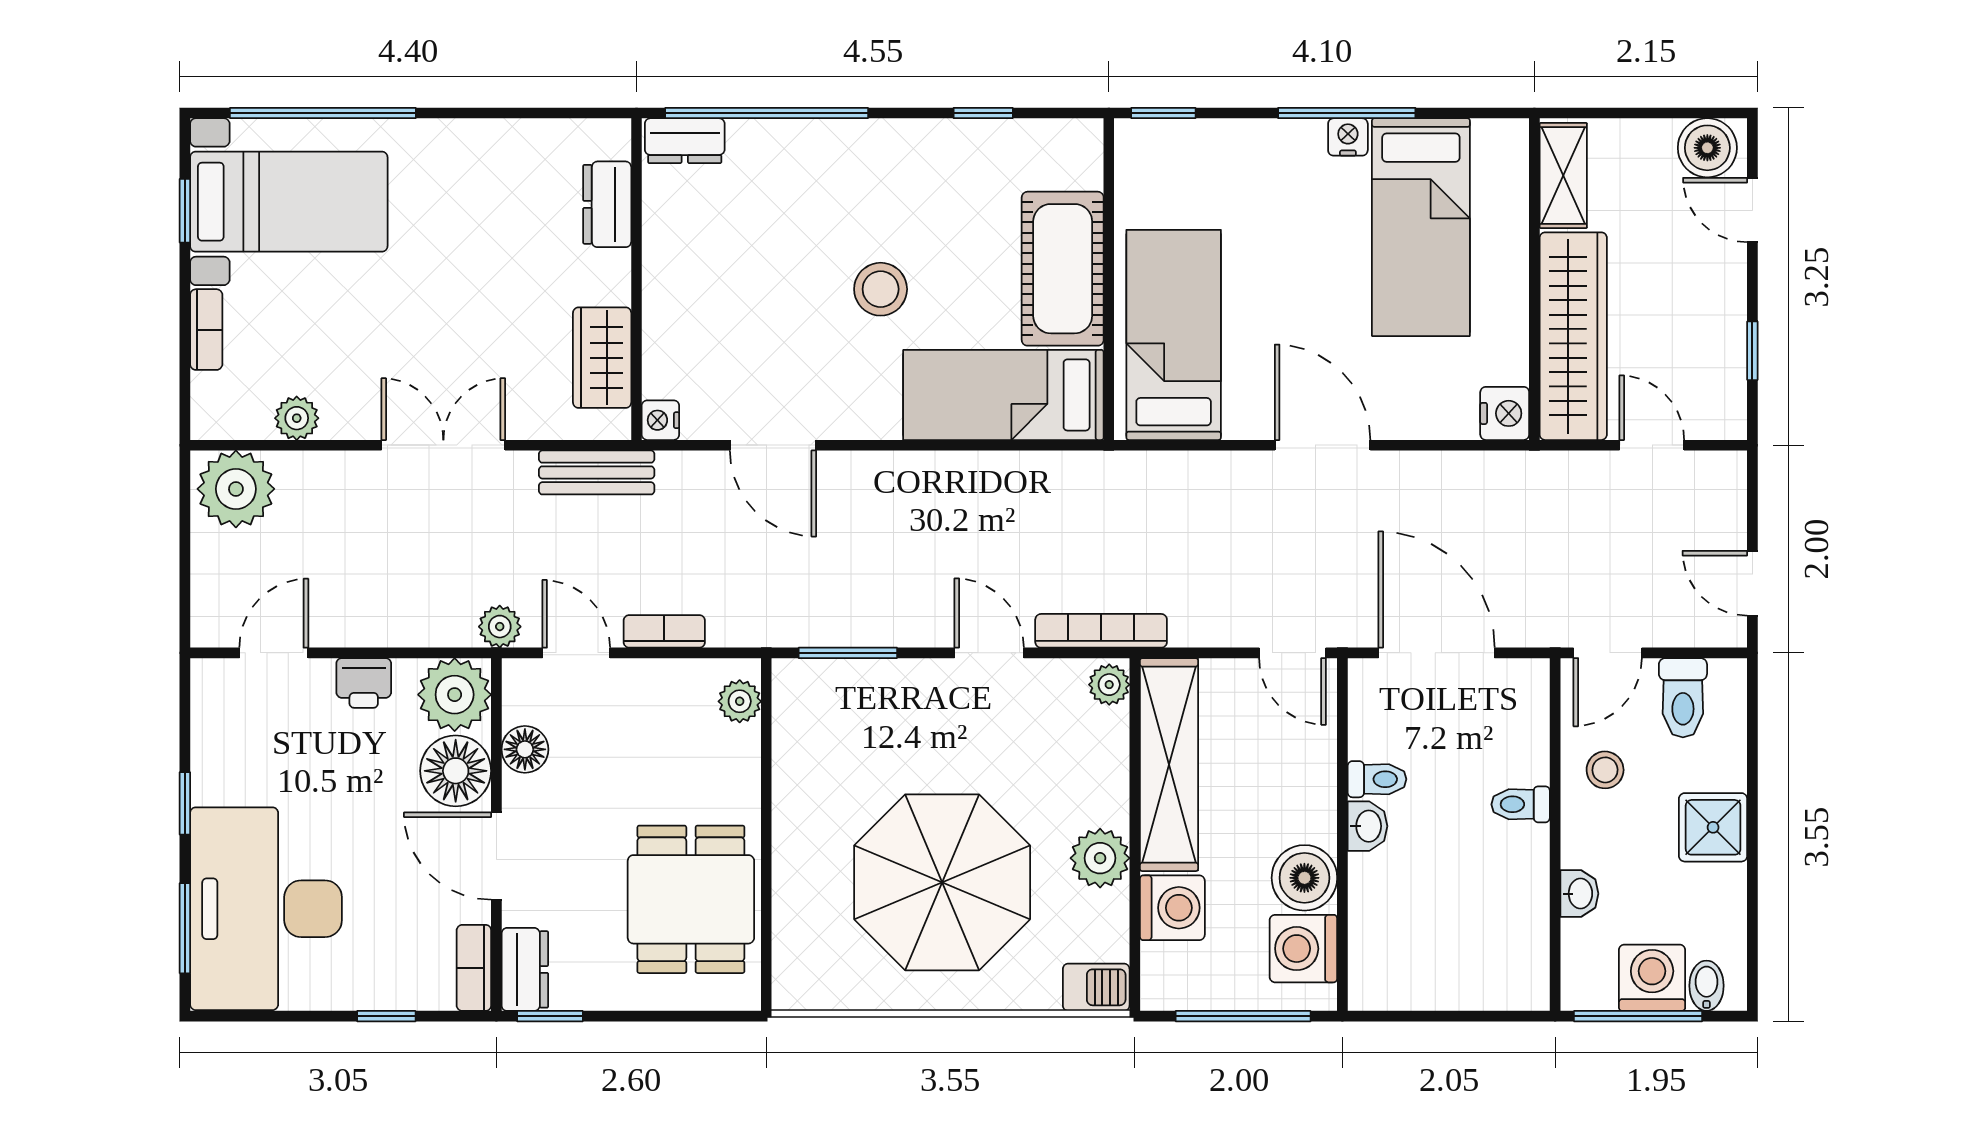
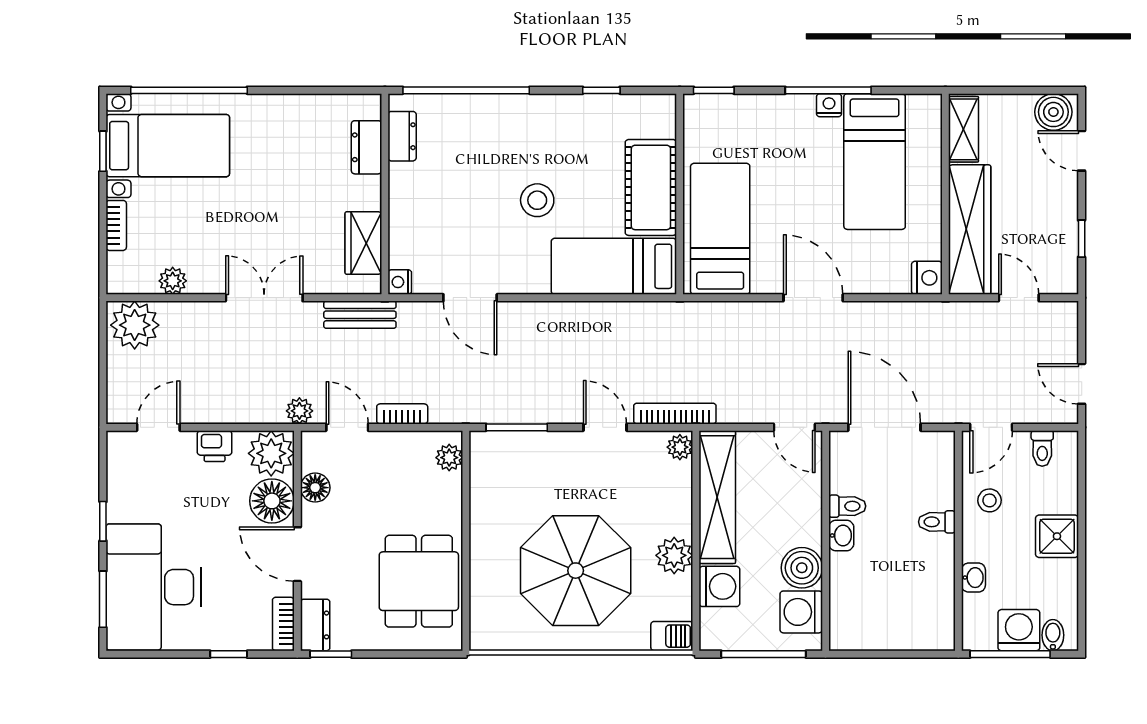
dresser: (685, 141) -> (402, 136), moved, turned -90
toilet: (1683, 698) -> (1042, 448), width x0.73, depth x0.72

